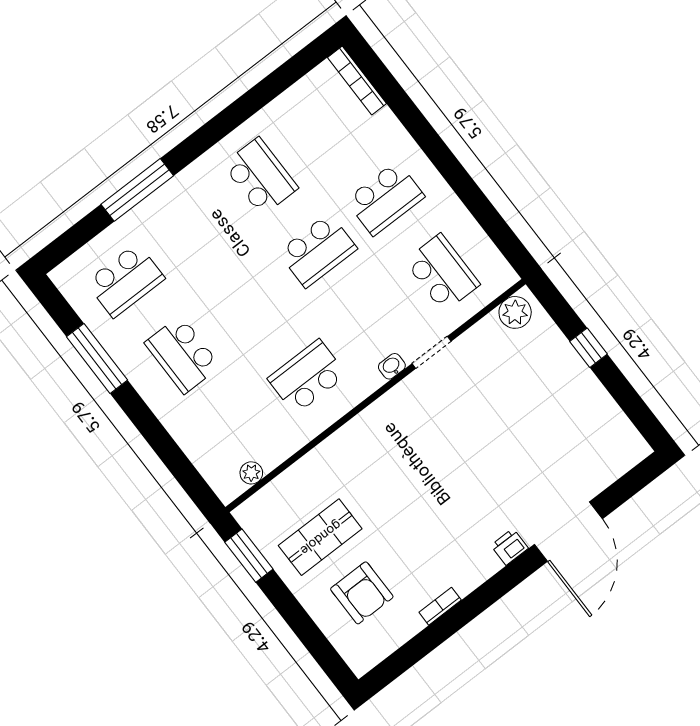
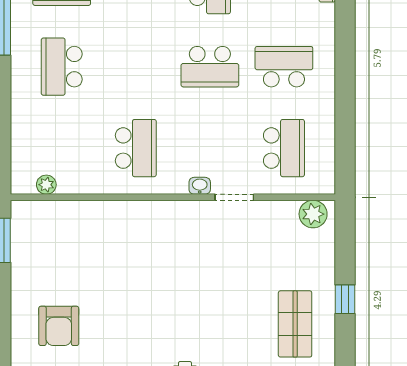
school desk: (385, 198) -> (284, 67), turned 180
window: (589, 348) -> (345, 299), moved
school desk: (307, 377) -> (136, 148), turned 90
shop shelf: (320, 537) -> (295, 324), moved, turned 90

